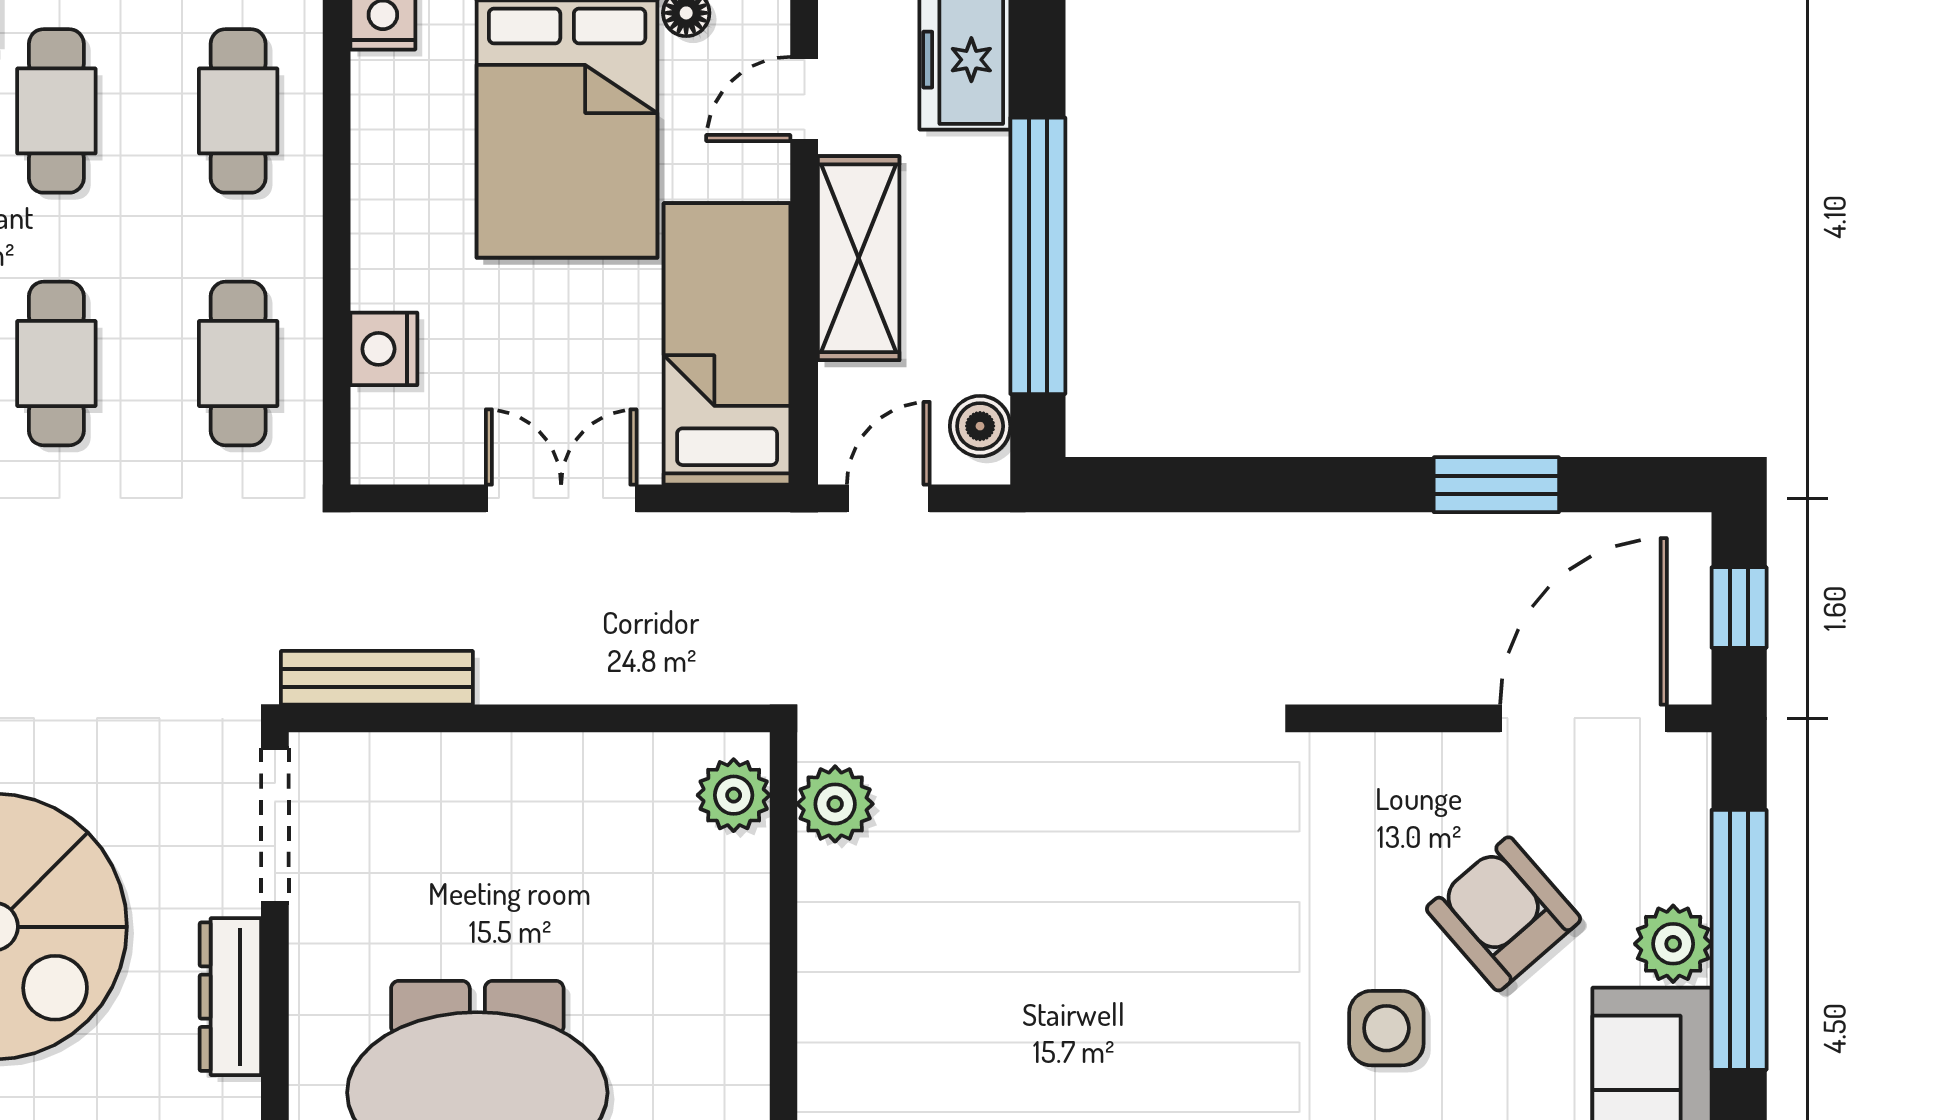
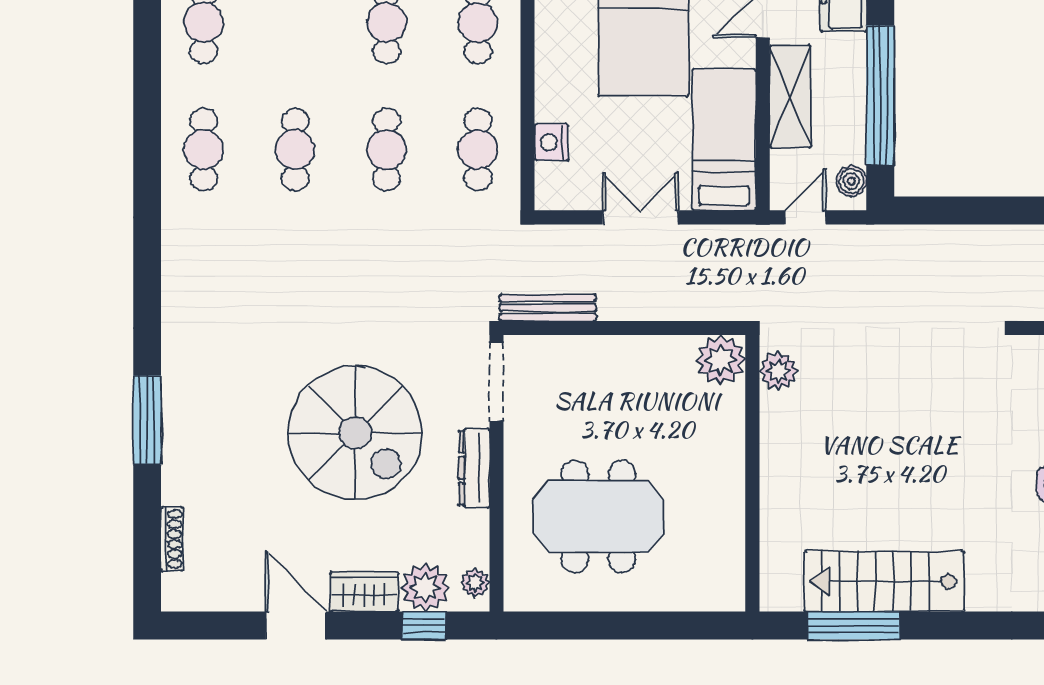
plant: (734, 795) -> (721, 360), width x1.36, depth x1.36

